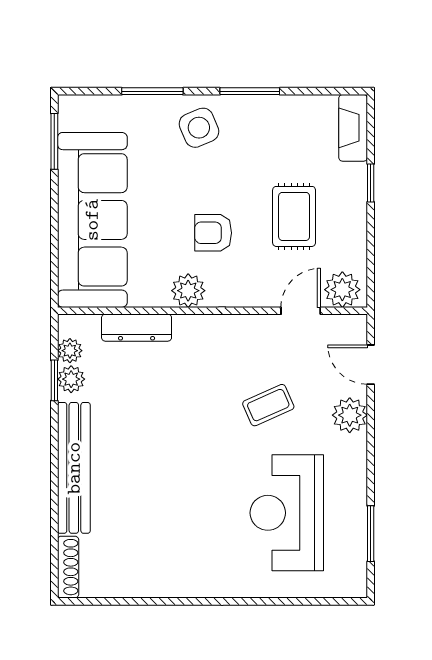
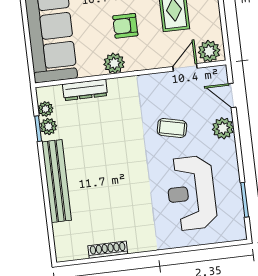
coffee table: (268, 405) -> (172, 128), turned 37
shoe rack: (68, 567) -> (108, 250), moved, turned -90

